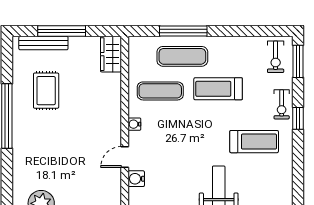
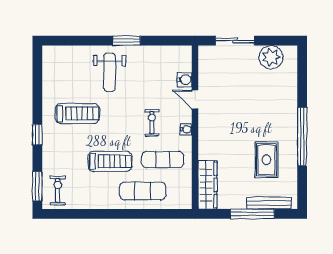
window: (183, 31) -> (142, 214), removed
wardrobe: (111, 54) -> (208, 185), width x1.50
exercise bike: (282, 104) -> (152, 123), moved
treadmill: (254, 142) -> (77, 113), turned 180
door: (125, 157) -> (195, 99), swing flipped

